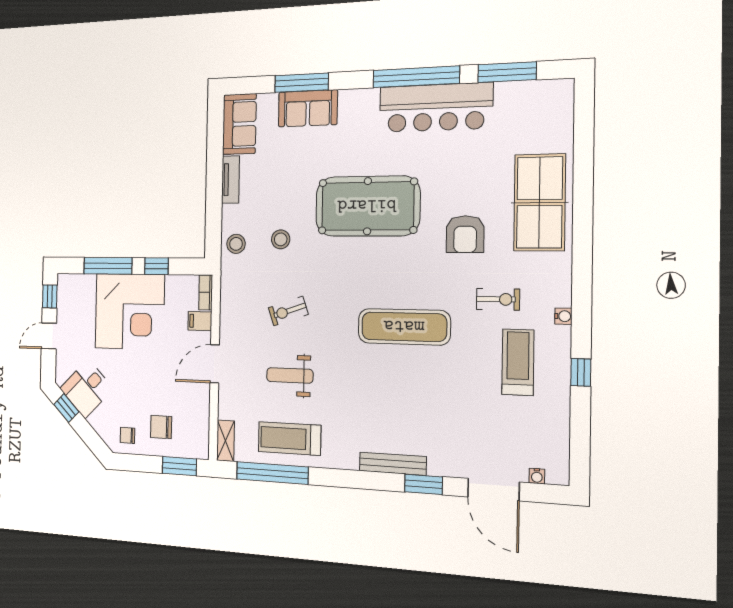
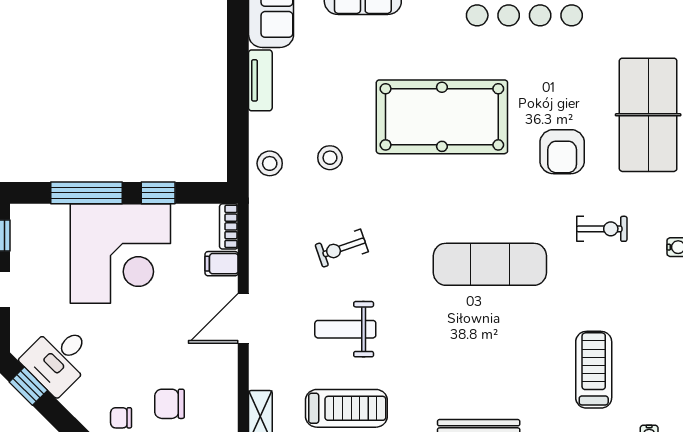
treadmill: (518, 362) -> (594, 370), moved
treadmill: (289, 438) -> (346, 408), turned 180

